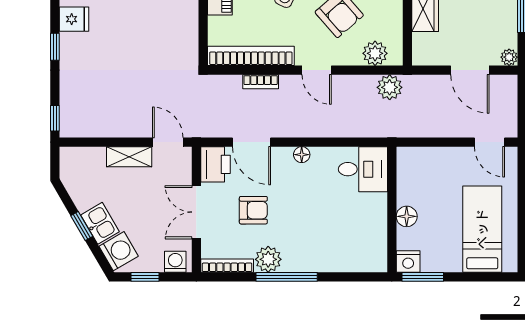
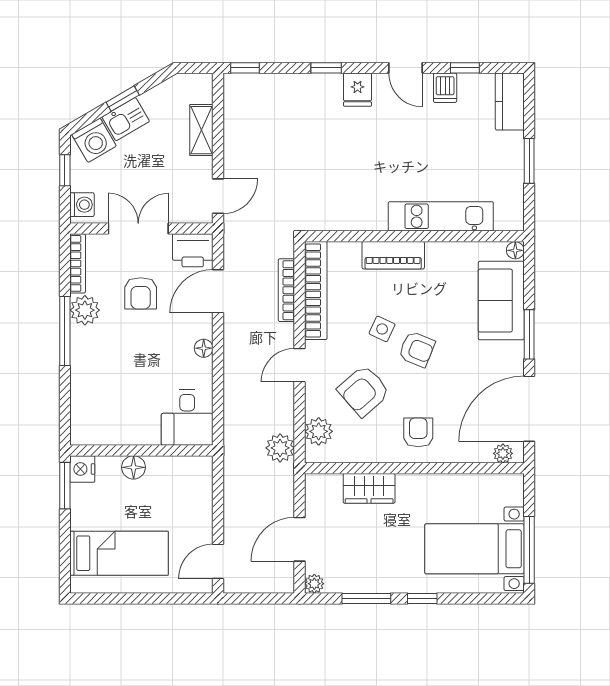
bookcase: (261, 82) -> (286, 290), width x1.56
shelving: (129, 157) -> (201, 130), moved

